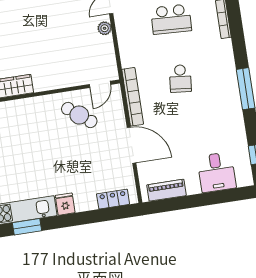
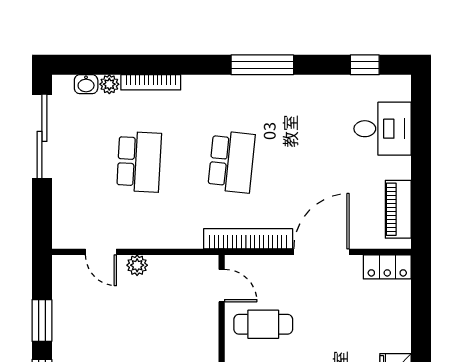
school desk: (180, 79) -> (231, 162), width x1.85
cafe table: (79, 115) -> (263, 324), turned 52
locker: (113, 199) -> (387, 267), moved, turned -90

